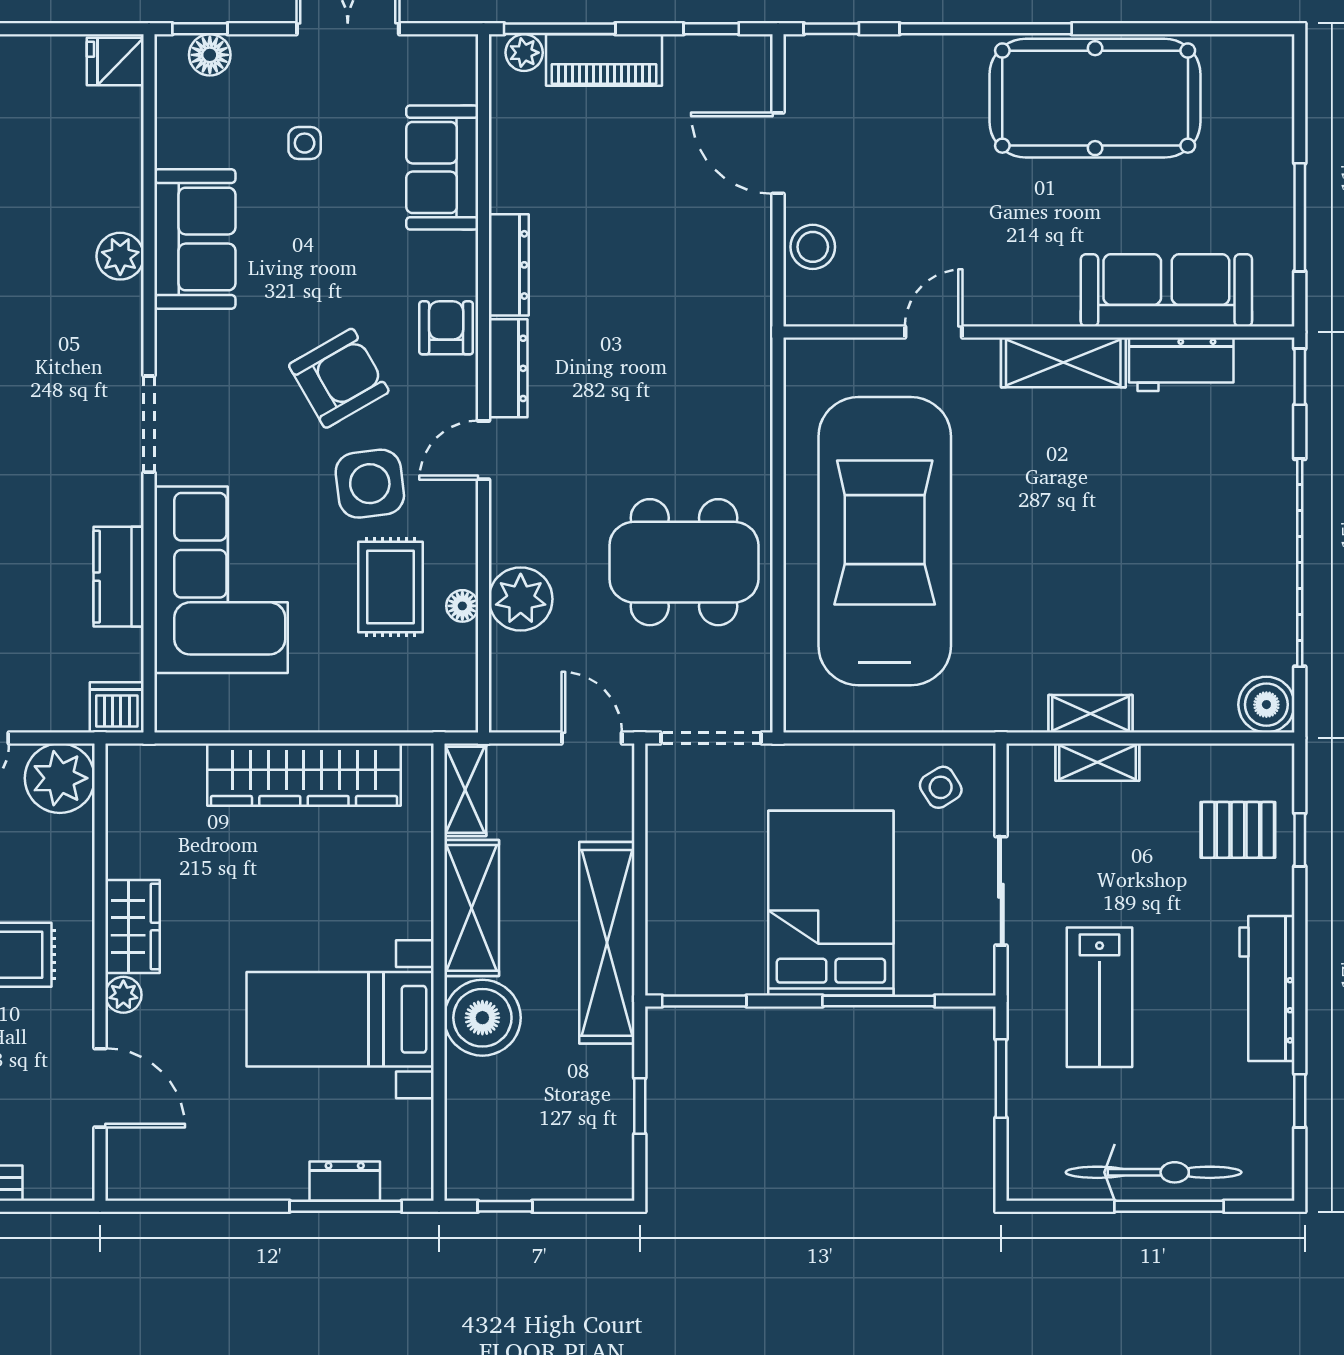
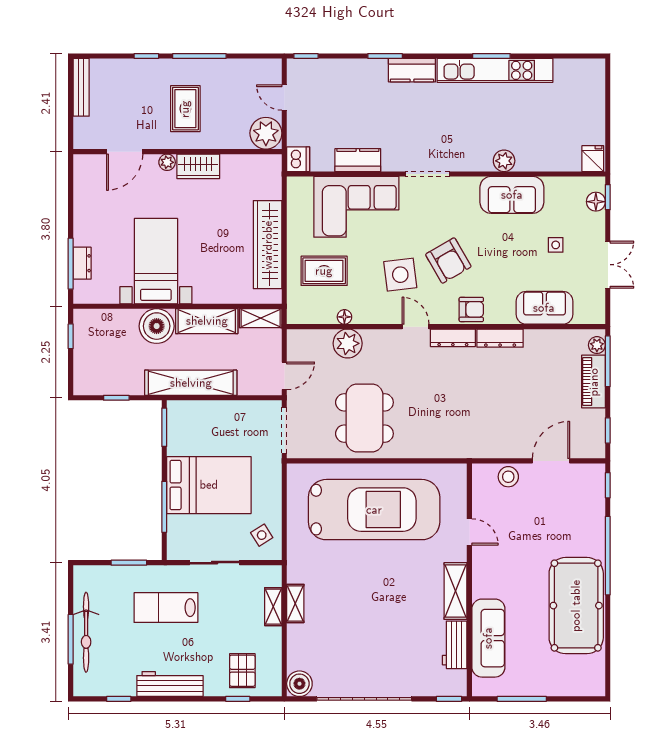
rug: (390, 587) -> (324, 271), moved

